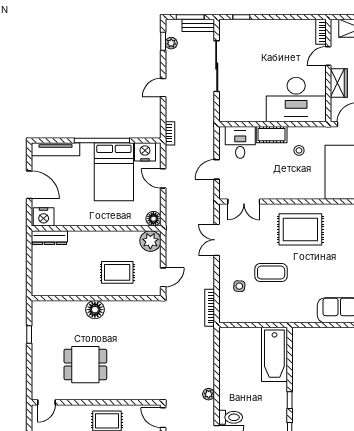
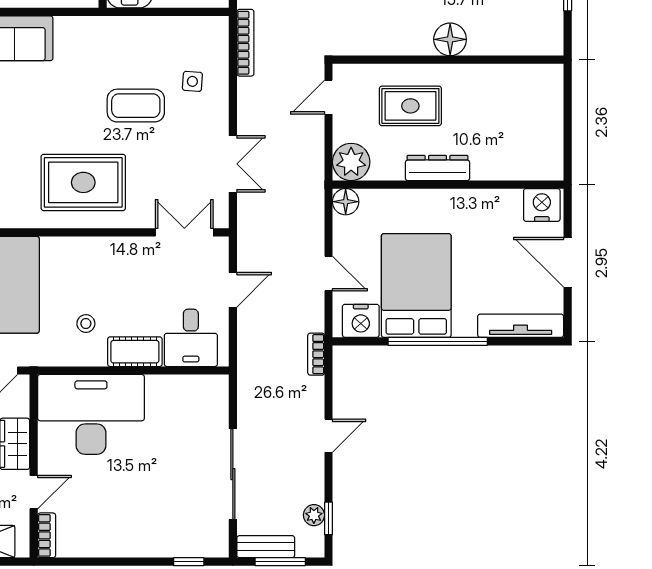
dresser: (49, 238) -> (437, 168), moved

